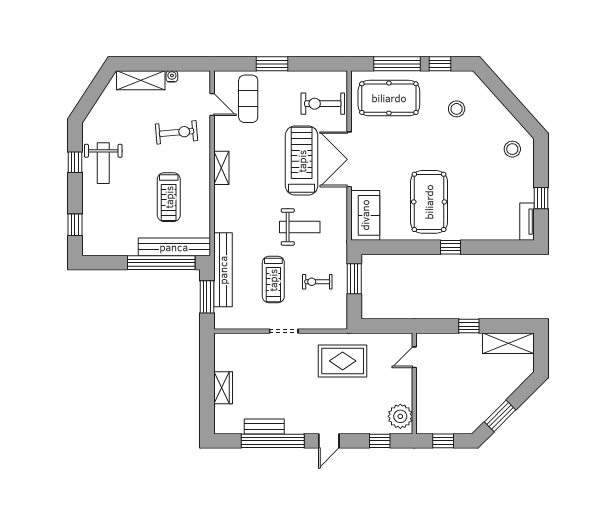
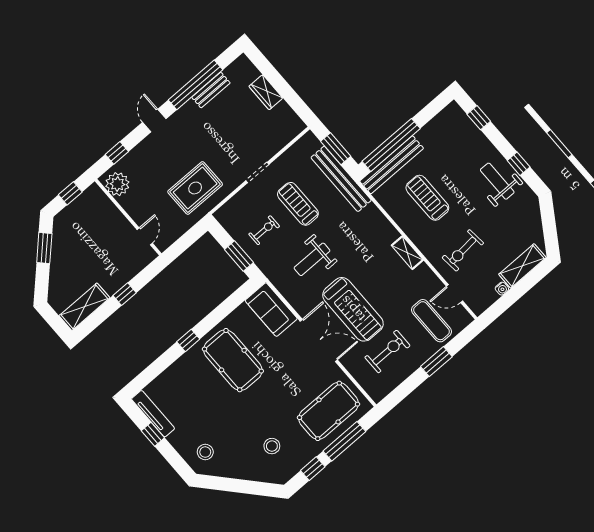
exercise bike: (323, 104) -> (387, 351), moved
tv unit: (527, 222) -> (153, 414), width x1.41

